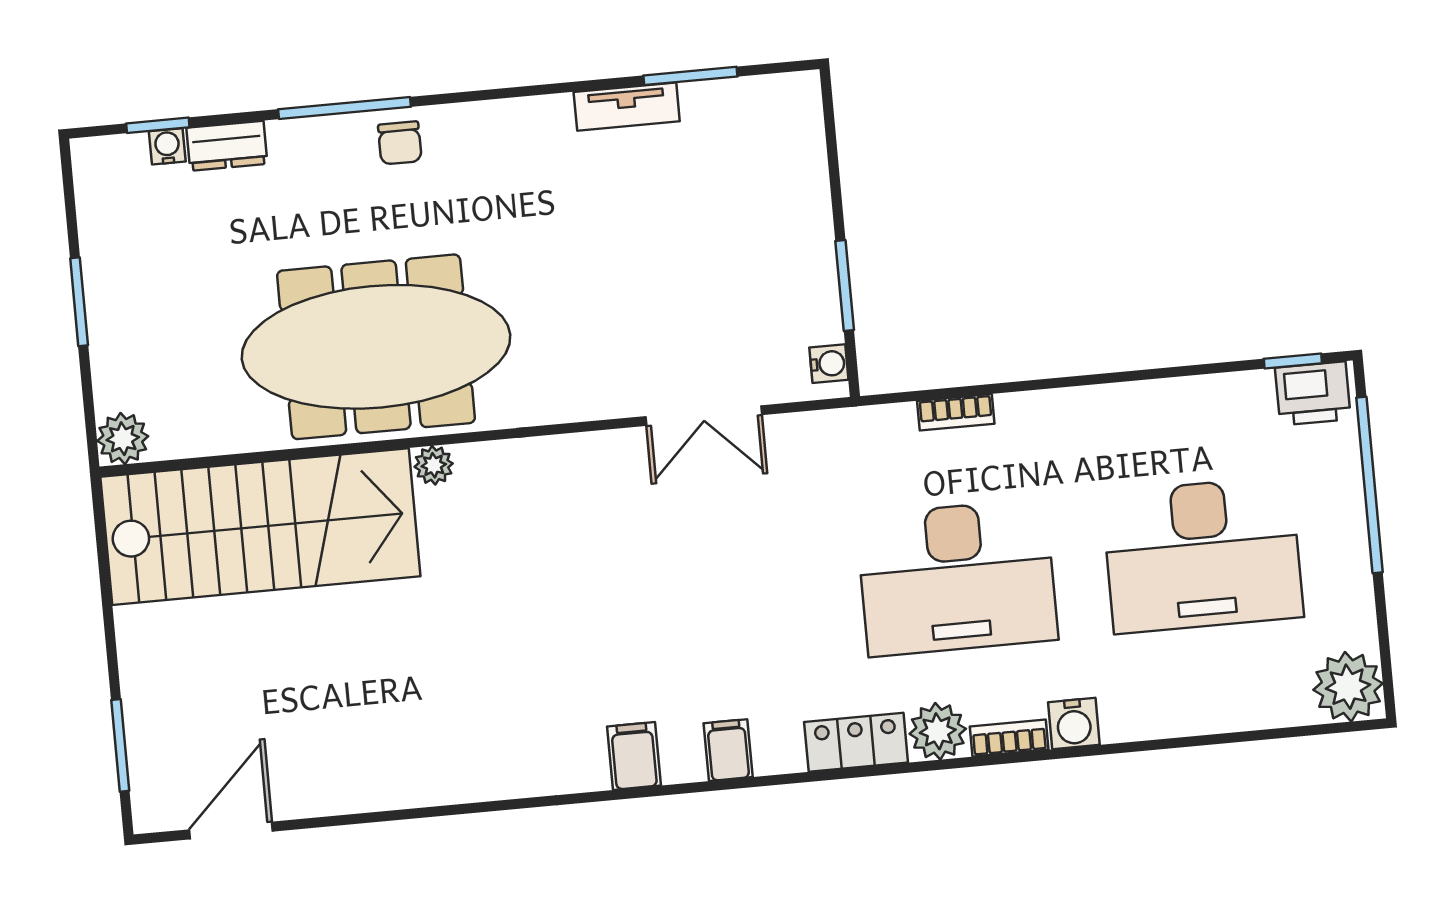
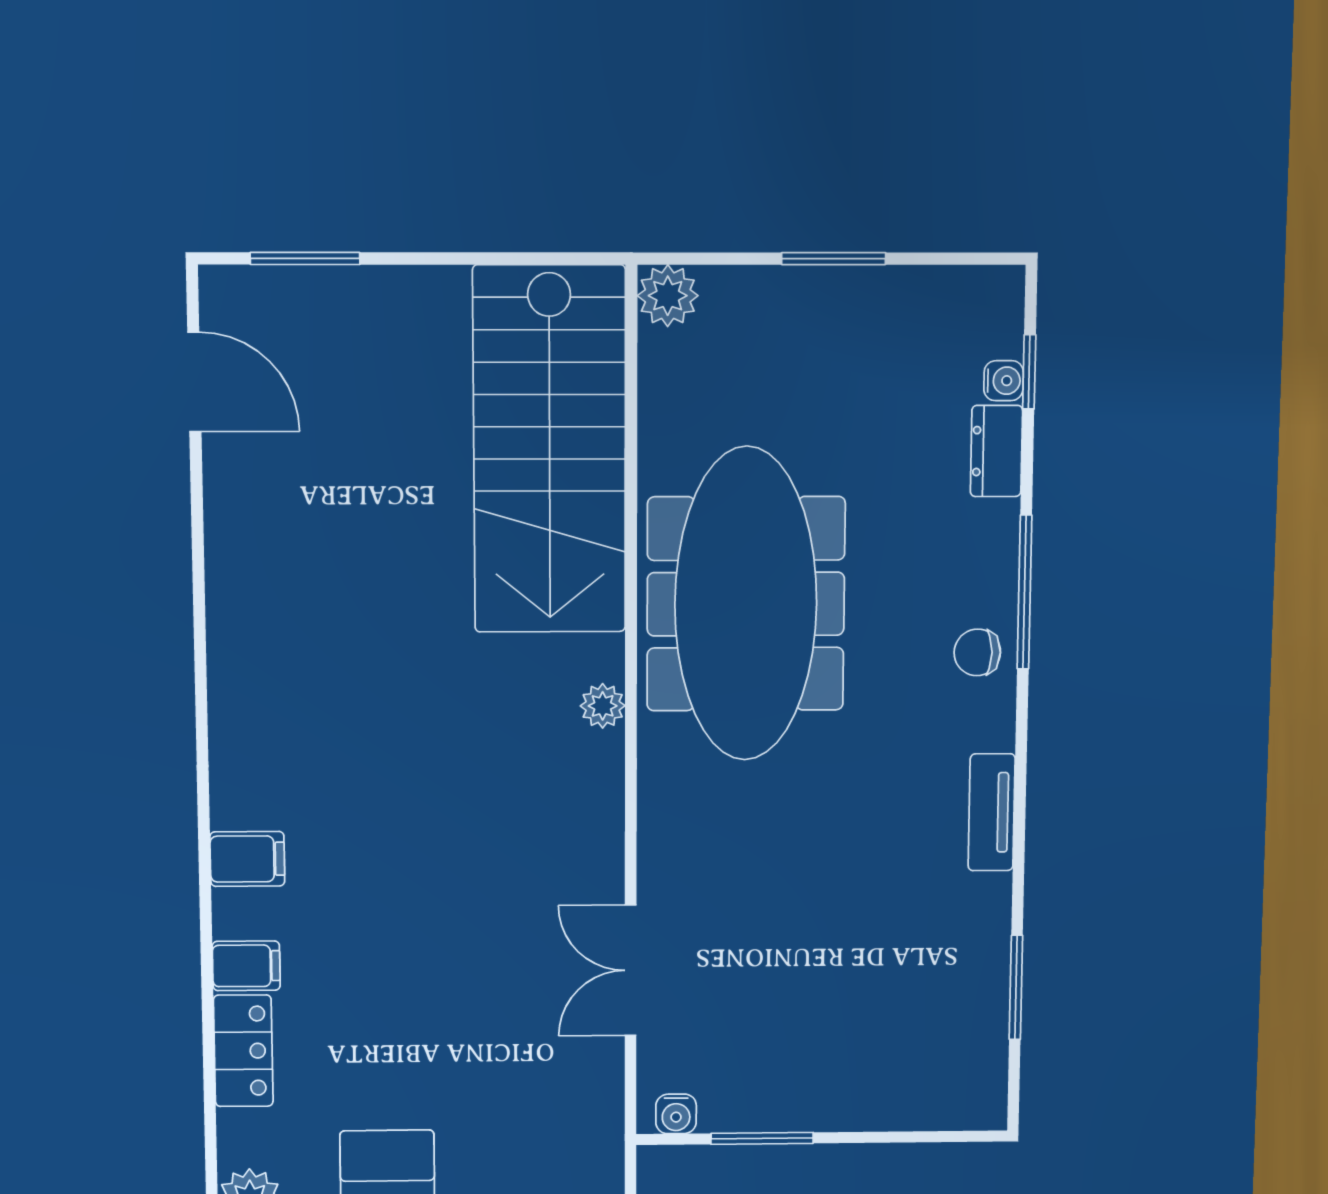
tv unit: (627, 107) -> (992, 812), moved
plant: (434, 465) -> (603, 706), moved
locker: (856, 742) -> (243, 1051), moved

